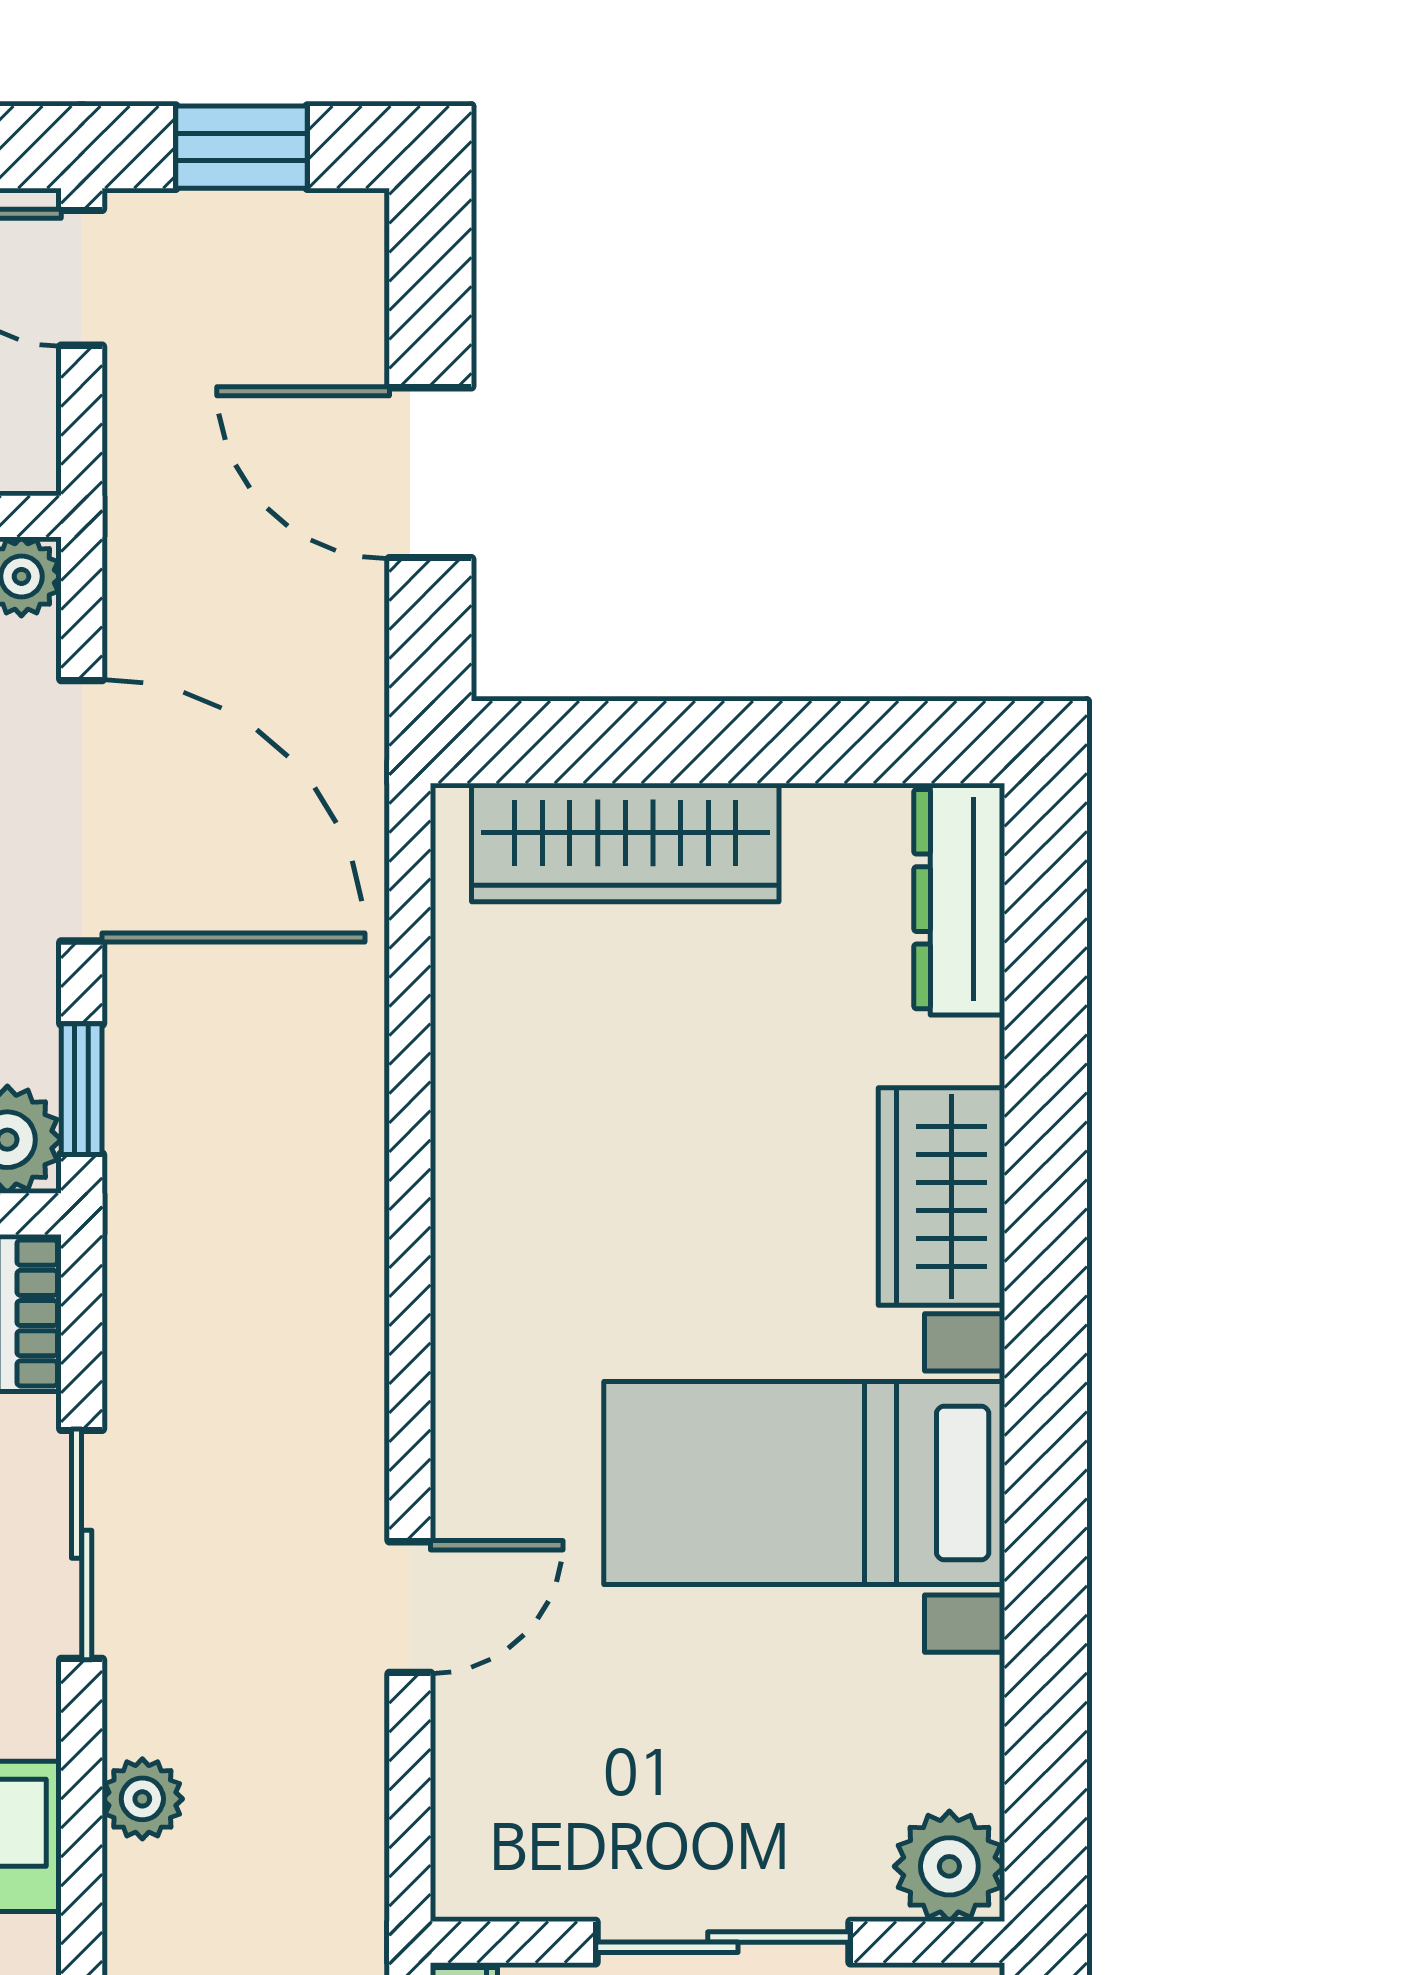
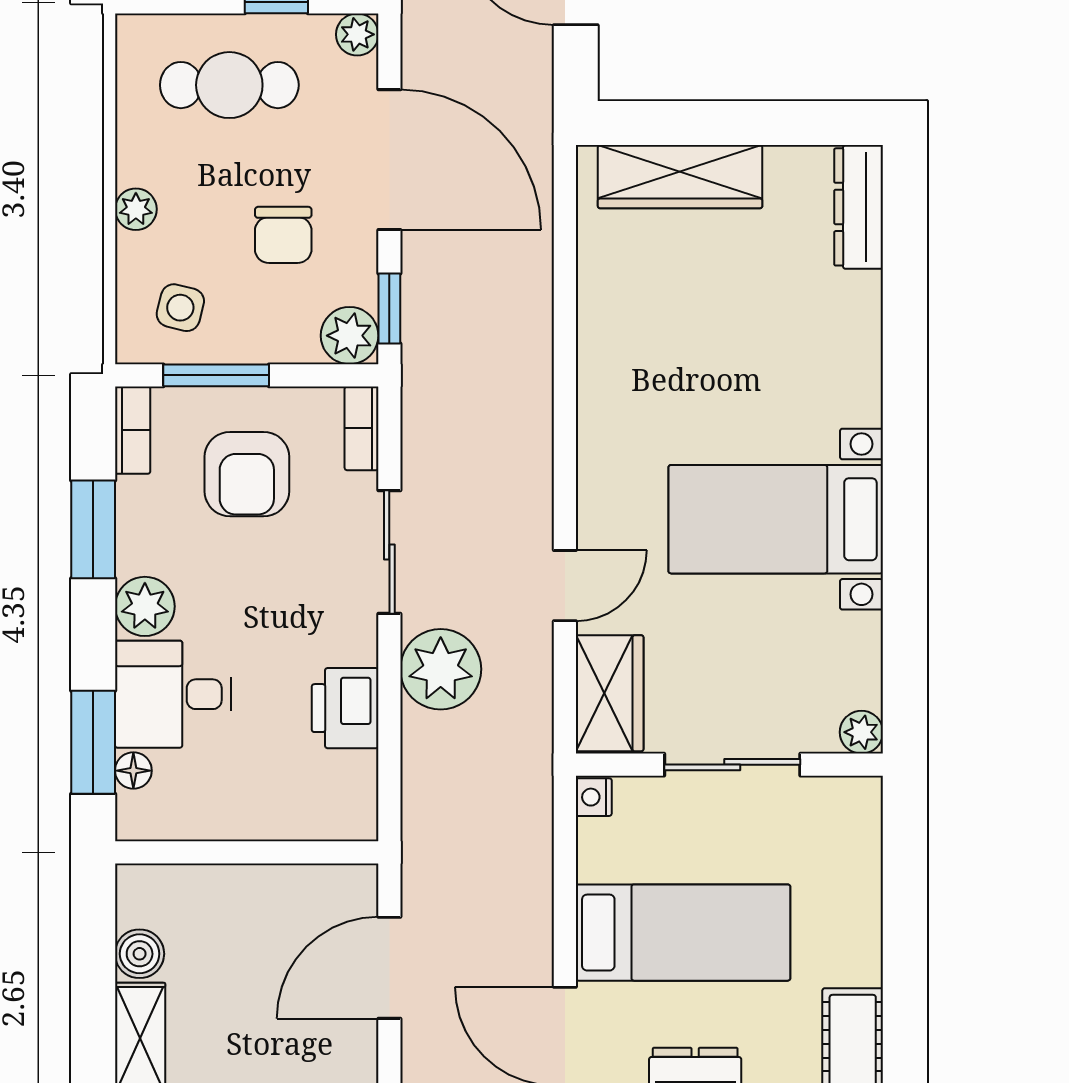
wardrobe: (942, 1197) -> (610, 693), moved, turned 180
plant: (142, 1799) -> (441, 669), width x1.88, depth x1.88
plant: (949, 1866) -> (861, 732), width x0.73, depth x0.73

